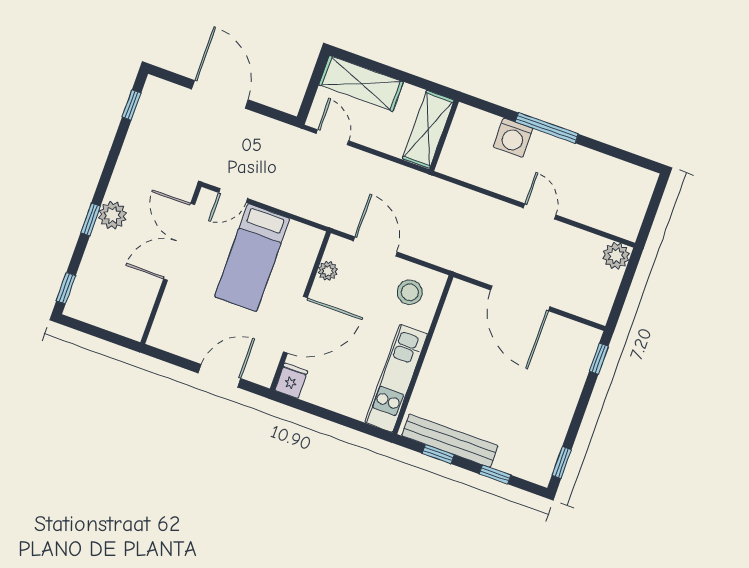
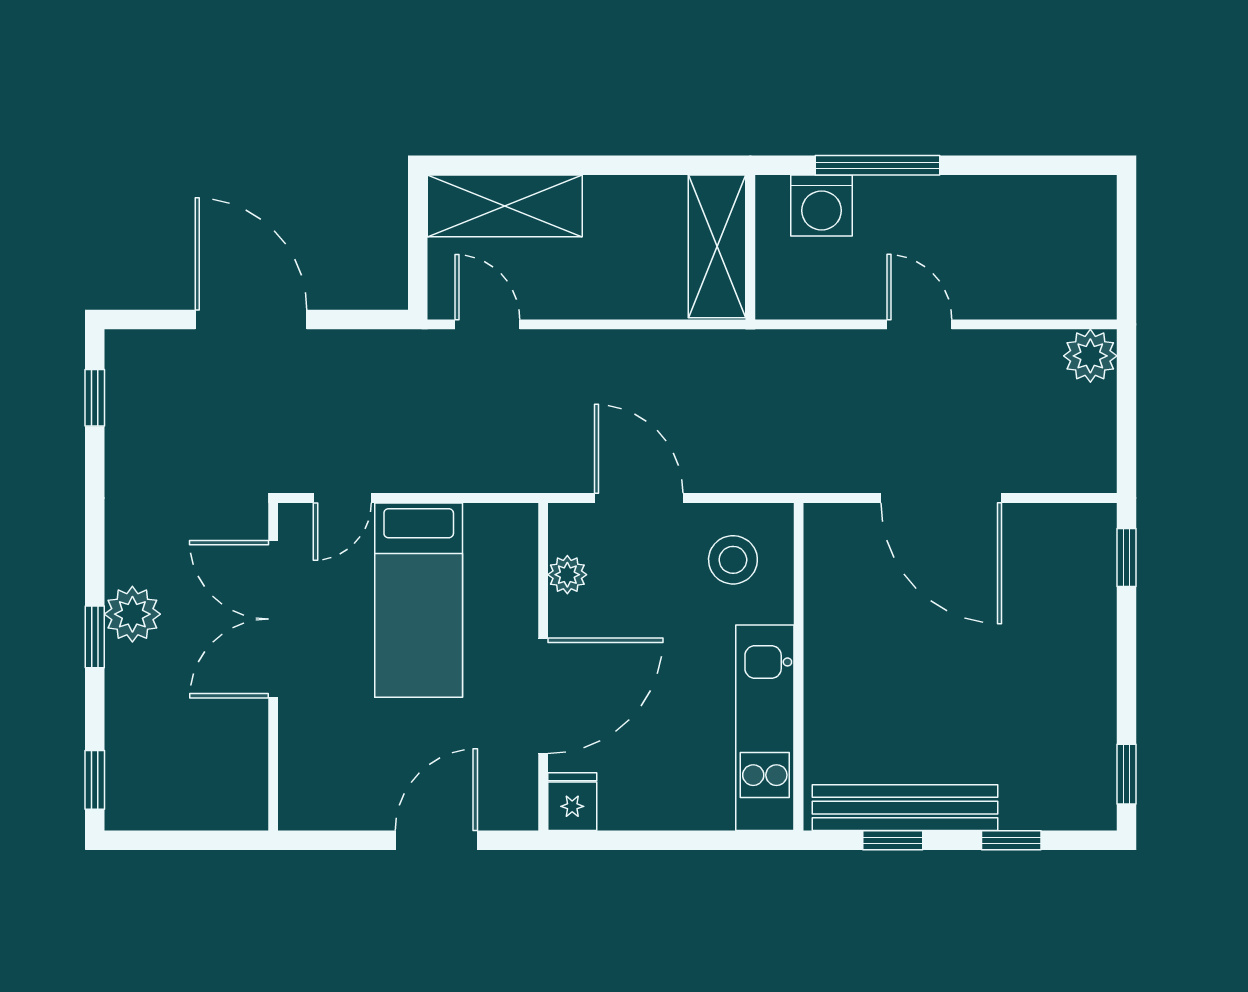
shelving: (428, 129) -> (717, 246), moved
wall: (444, 135) -> (750, 247), moved

